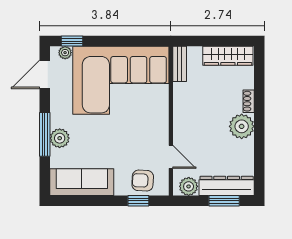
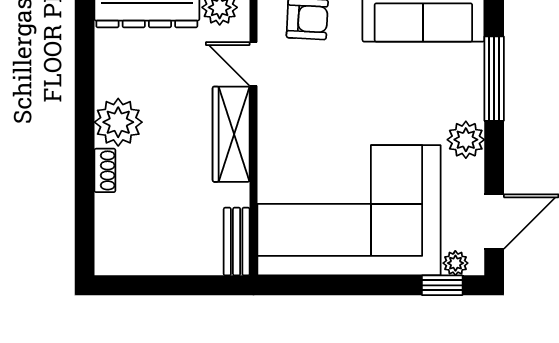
wardrobe: (228, 56) -> (231, 134), moved, turned -90
window: (45, 134) -> (494, 79), moved
plant: (60, 138) -> (466, 140), moved

